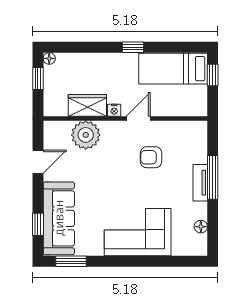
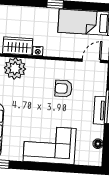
door: (138, 118) -> (91, 61), moved

